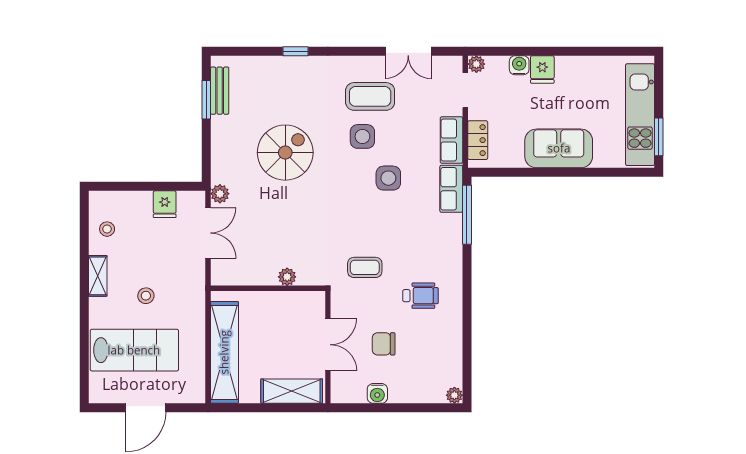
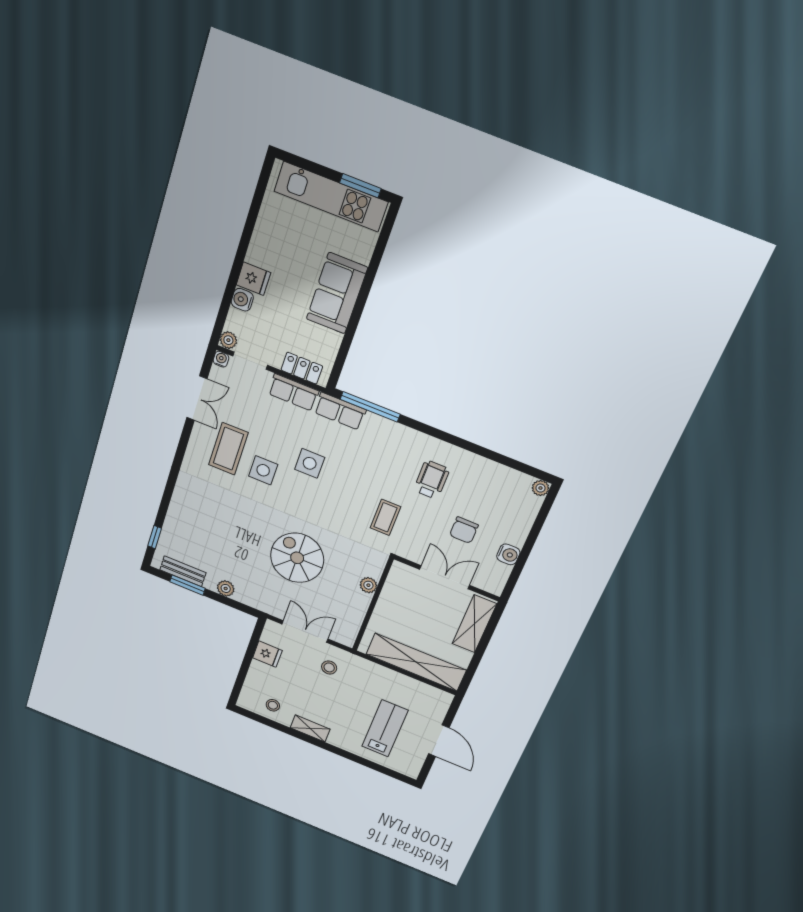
window: (295, 51) -> (155, 537), moved
water cooler: (456, 63) -> (221, 359), added
spiral stairs: (285, 153) -> (297, 558), moved
plant: (220, 194) -> (226, 588), moved
stool: (146, 296) -> (329, 667), moved
lab bench: (134, 350) -> (385, 728), width x0.73, depth x0.72

